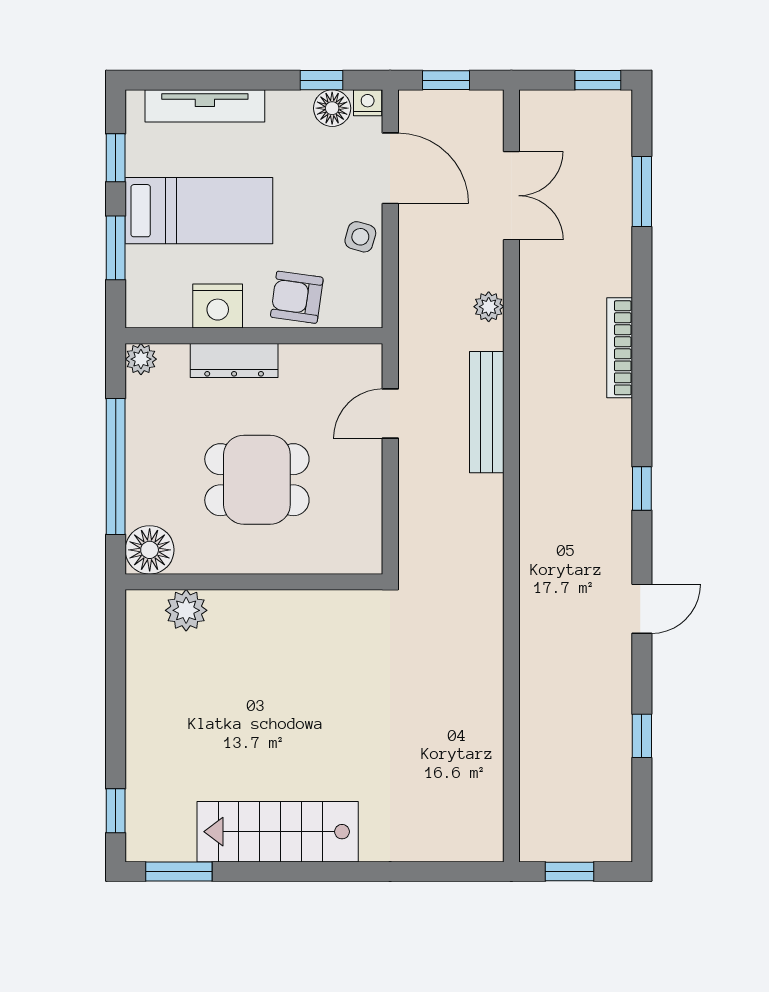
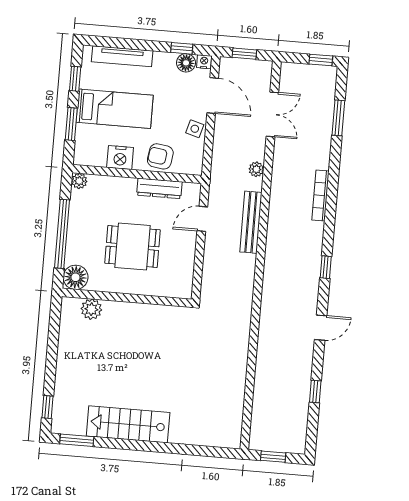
dresser: (234, 360) -> (159, 188), moved

